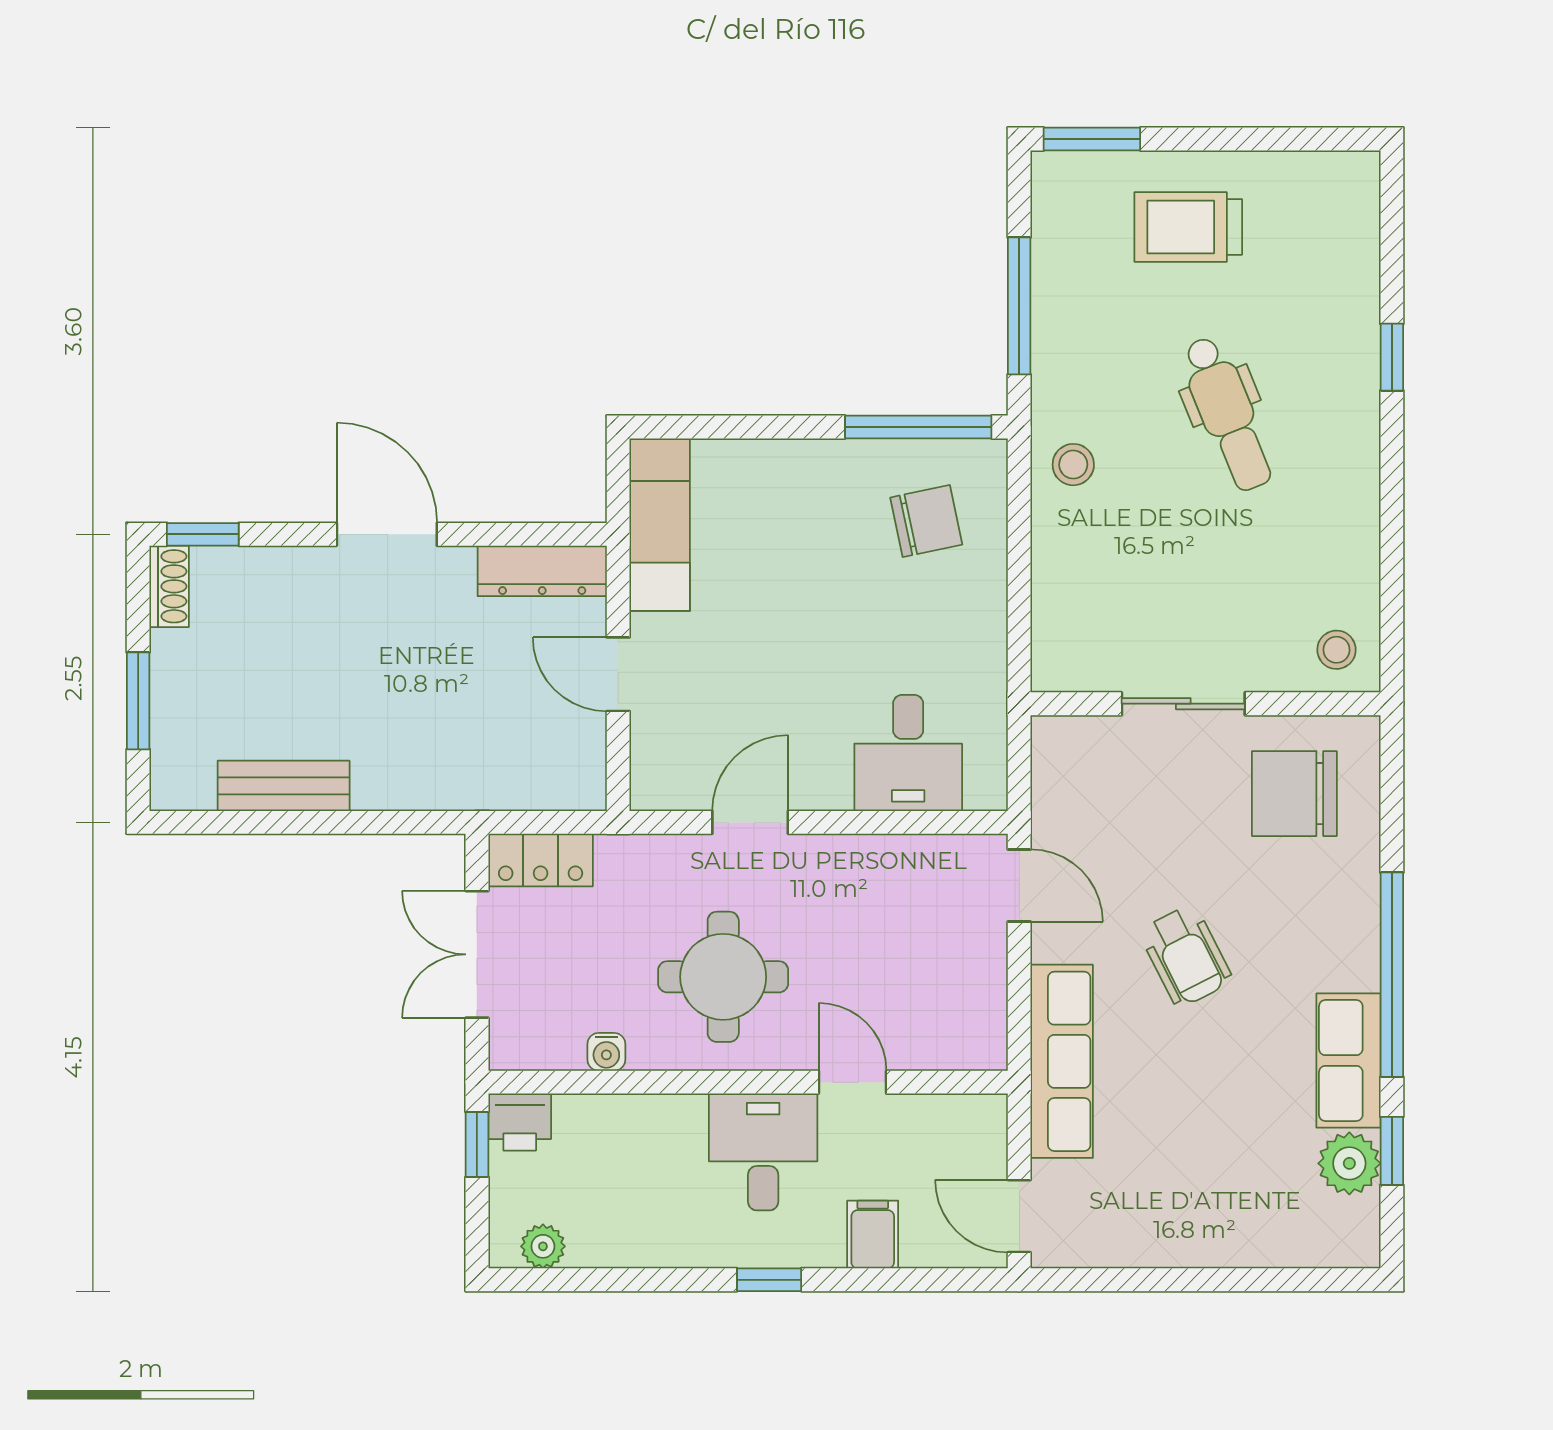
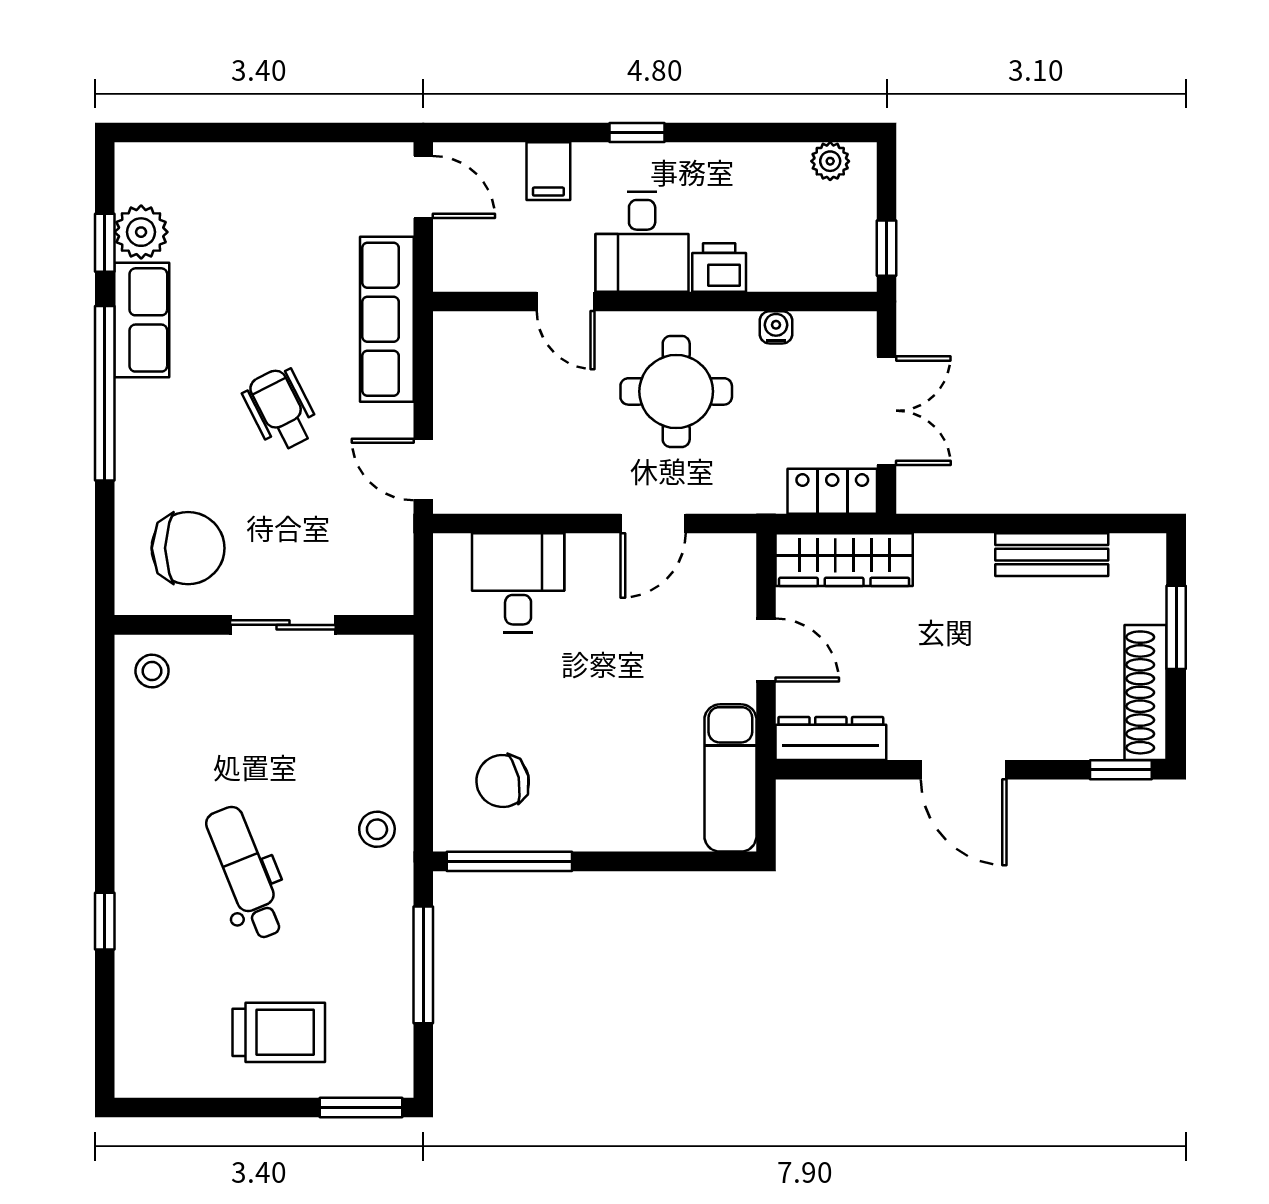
shoe rack: (169, 586) -> (1146, 692), width x1.94, depth x1.24
wardrobe: (527, 780) -> (844, 560), added
printer: (520, 1122) -> (719, 267), moved

